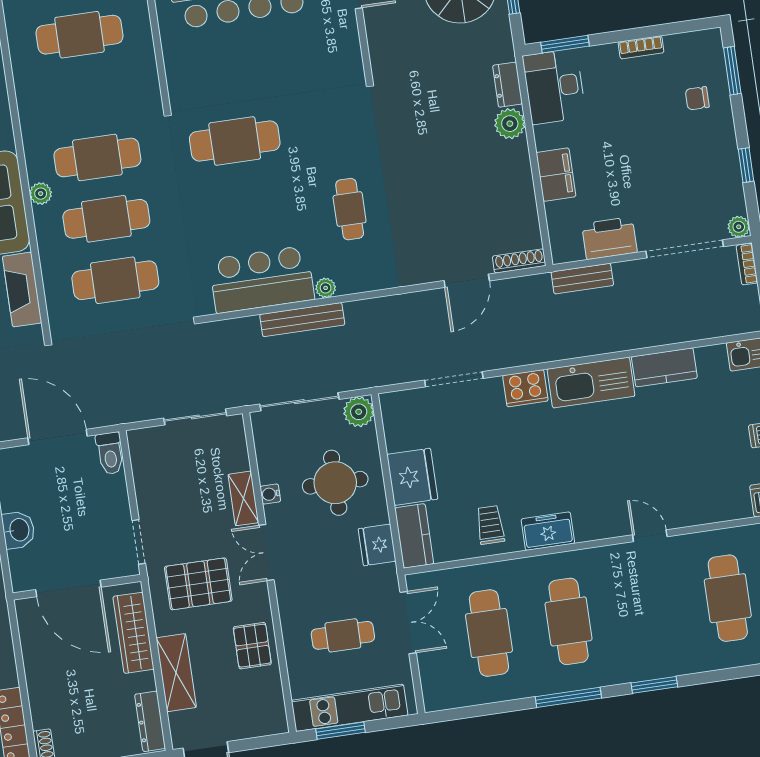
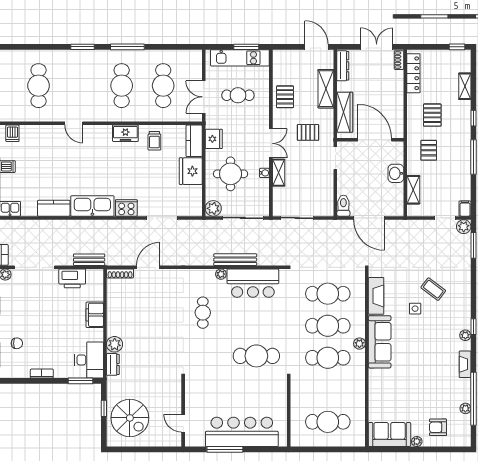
pallet: (198, 584) -> (308, 132), width x0.67, depth x0.71

